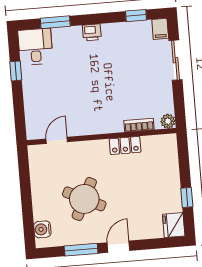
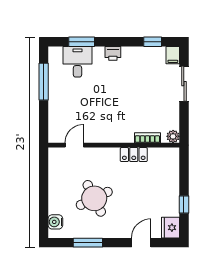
desk: (35, 47) -> (77, 62), moved
window: (16, 71) -> (44, 82), width x2.17
round table: (84, 199) -> (94, 198), turned 38
door: (118, 247) -> (141, 243), moved

